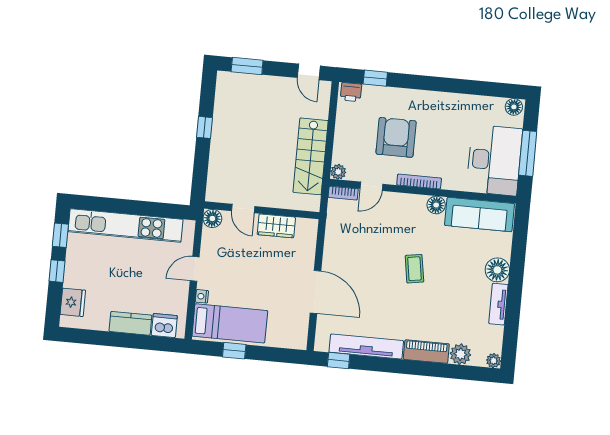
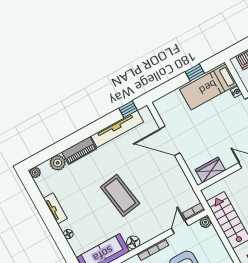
wardrobe: (276, 226) -> (210, 170), moved
coffee table: (414, 269) -> (120, 195), width x1.86, depth x1.72
floor lamp: (497, 270) -> (68, 234), width x0.53, depth x0.53

